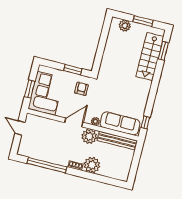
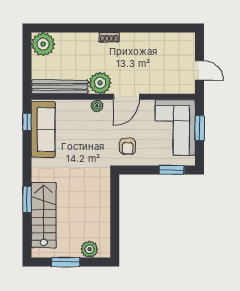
window: (163, 51) -> (27, 199), moved
window: (73, 70) -> (172, 170), moved
sofa: (120, 123) -> (43, 129), moved, turned -90
window: (47, 165) -> (149, 28), removed
plant: (92, 165) -> (43, 44), moved

